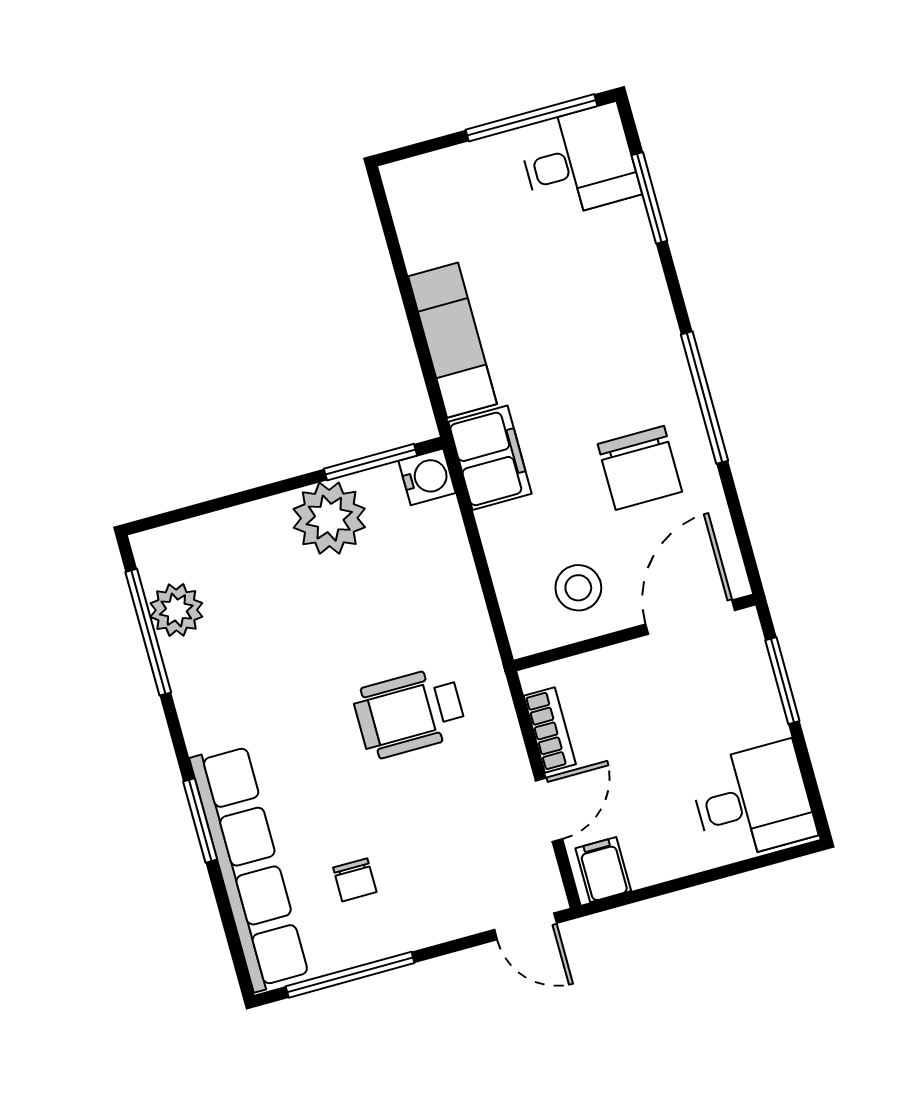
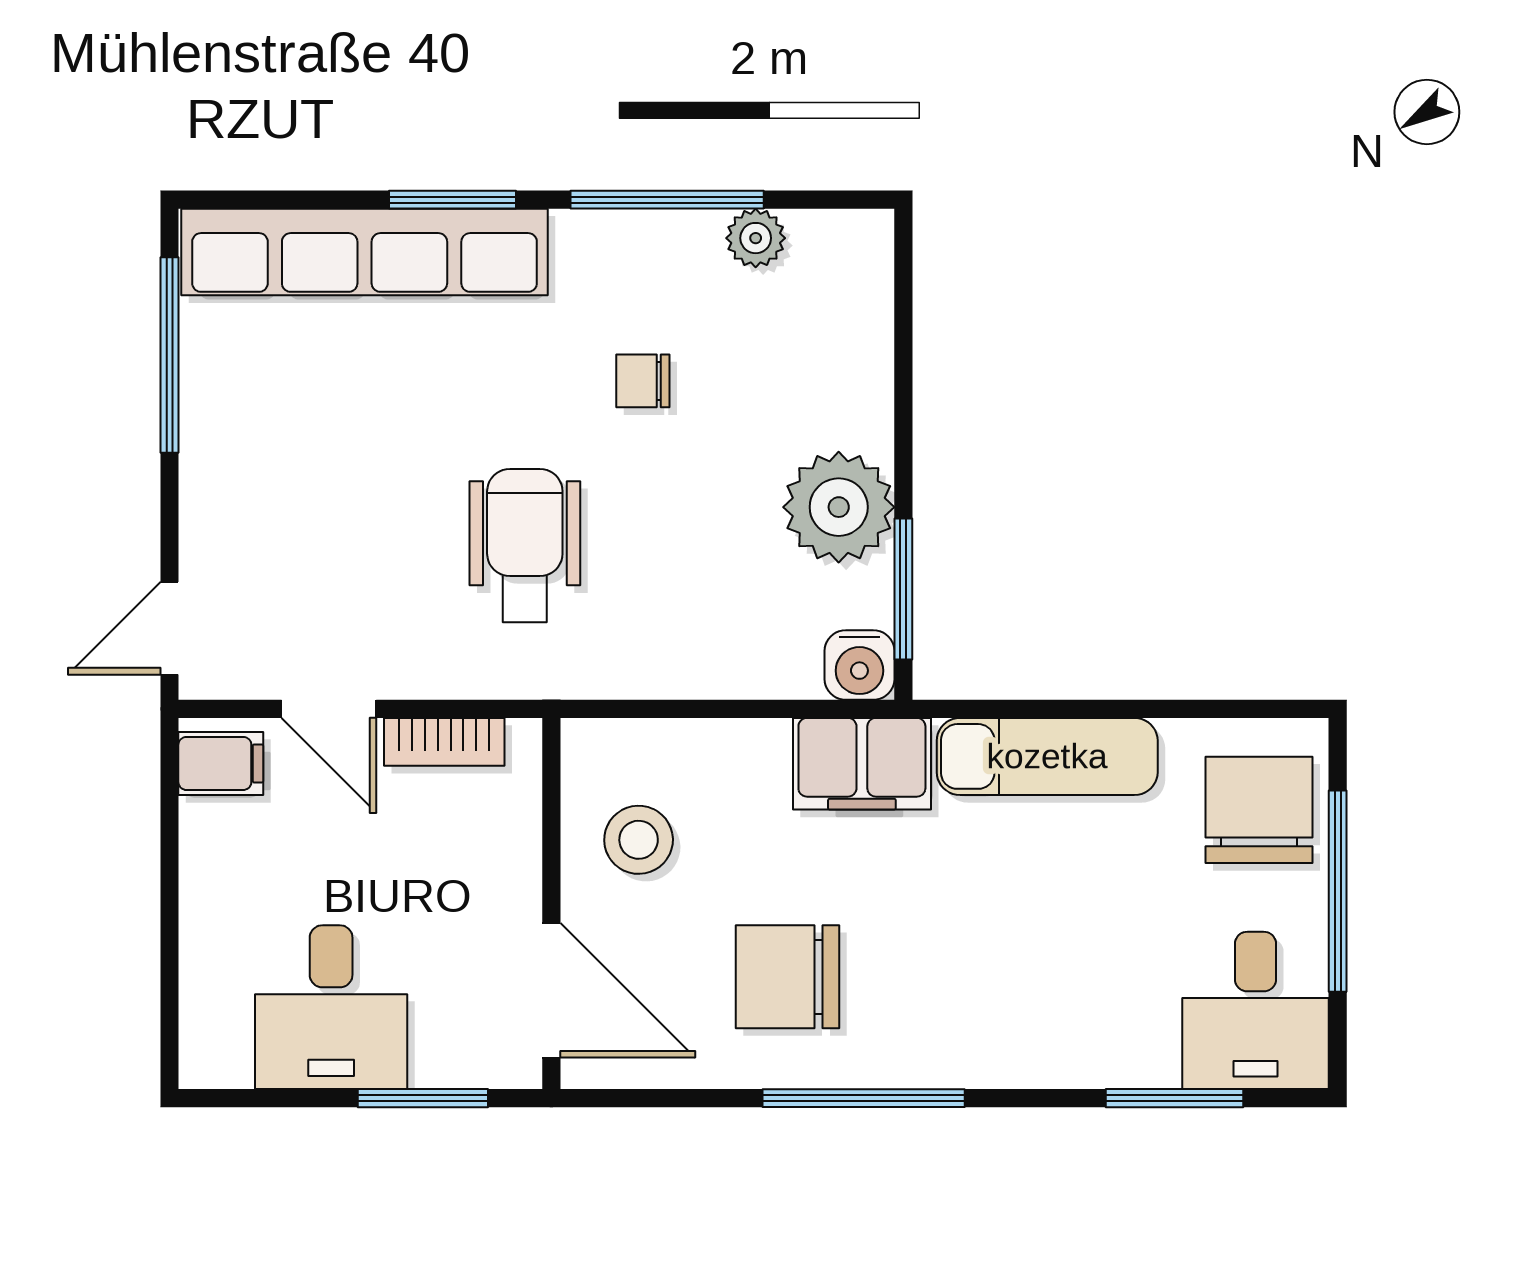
window: (531, 118) -> (1338, 891), moved
chair: (449, 195) -> (1259, 810), added
plant: (176, 610) -> (756, 238), width x0.73, depth x0.73
window: (148, 632) -> (667, 200), moved
desk: (753, 801) -> (331, 1007), moved
chair: (355, 880) -> (643, 381), moved

